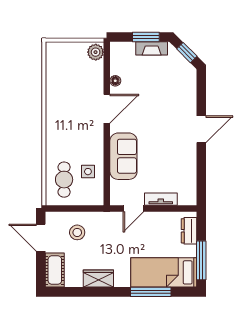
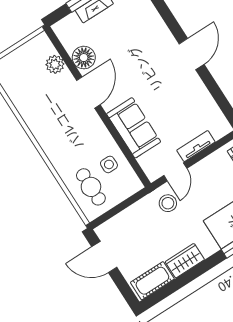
plant: (96, 52) -> (55, 64), moved
floor lamp: (115, 81) -> (84, 58), width x1.89, depth x1.89
stool: (77, 232) -> (168, 203), moved
cot: (55, 270) -> (152, 281), moved, turned 90

